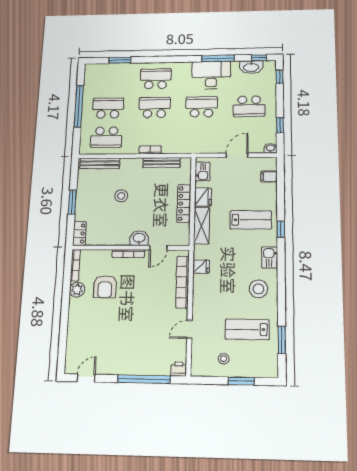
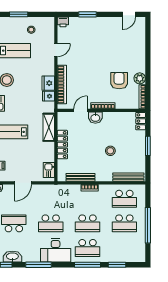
window: (156, 60) -> (88, 265), added
desk: (211, 75) -> (56, 250), moved
school desk: (106, 137) -> (124, 199), turned 180
fridge: (203, 197) -> (48, 83), moved
window: (144, 379) -> (87, 14), width x0.47

